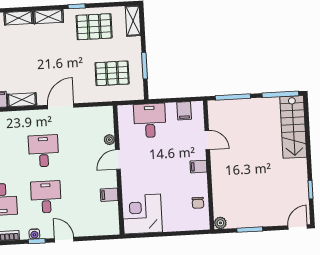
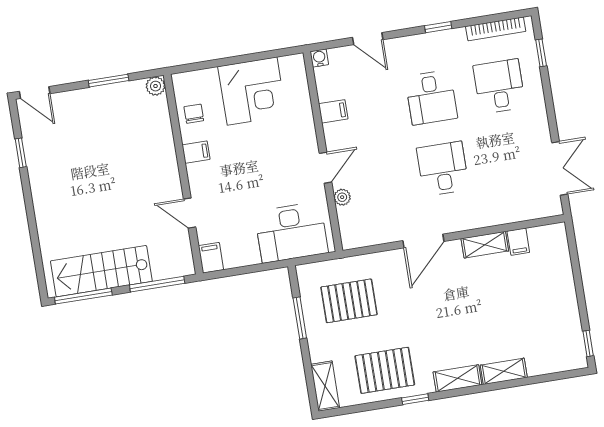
filing cabinet: (184, 111) -> (211, 258), moved
desk: (150, 120) -> (291, 232), width x1.37
stairs: (293, 127) -> (101, 271), moved, turned -90
desk: (44, 151) -> (443, 169), turned 180
filing cabinet: (198, 167) -> (196, 152), moved
corner desk: (142, 214) -> (252, 91), moved
door: (298, 227) -> (35, 92), hinge flipped
water cooler: (34, 234) -> (319, 58), moved
door: (64, 240) -> (368, 39), moved

